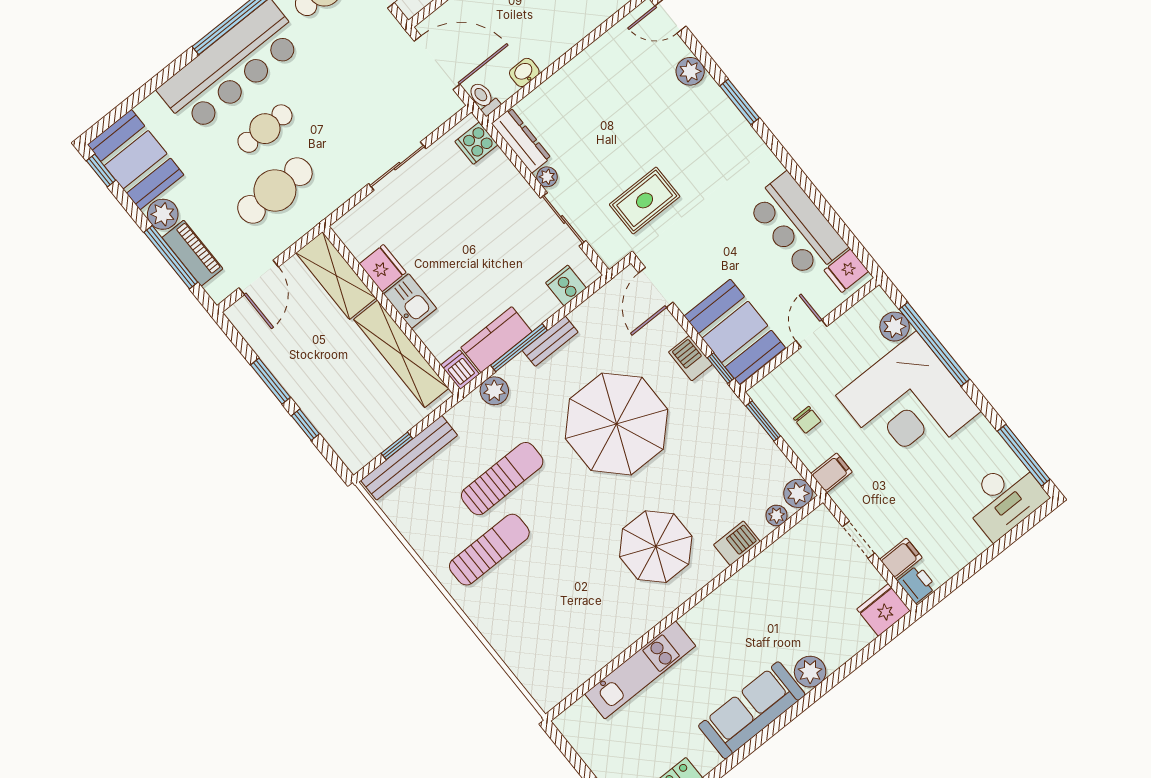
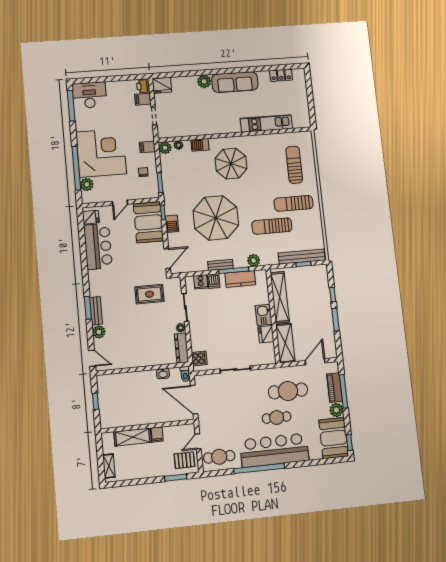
bench: (721, 106) -> (96, 311), added
dishwasher: (460, 370) -> (214, 281), moved
sun lounger: (536, 625) -> (294, 165), added

